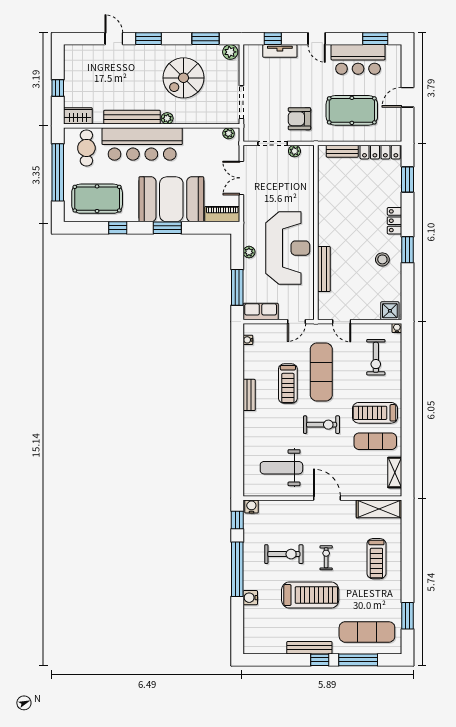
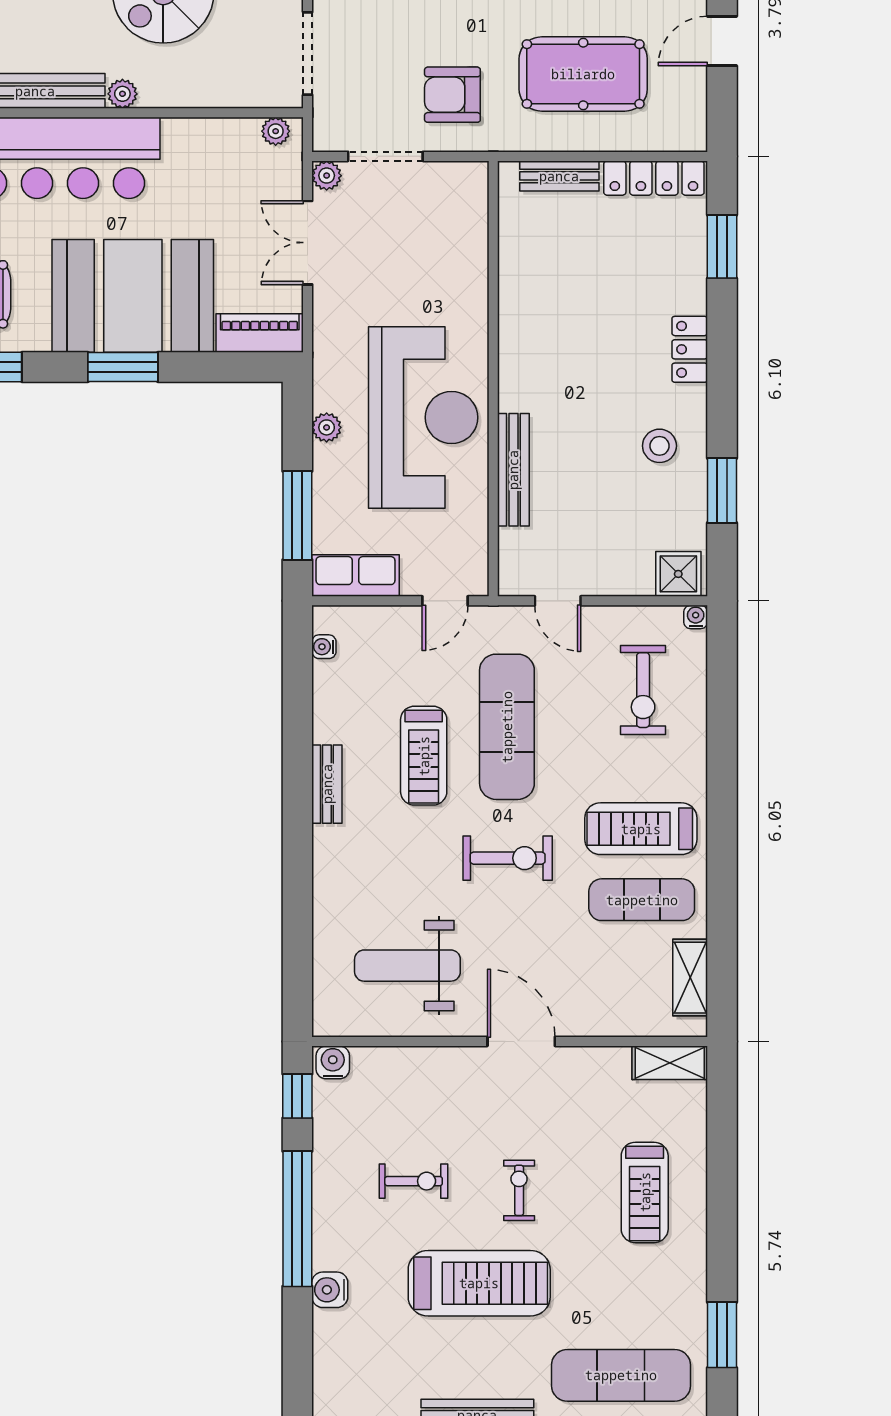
plant: (294, 151) -> (327, 176), moved
window: (407, 250) -> (722, 490), moved
shelving: (379, 509) -> (670, 1063), width x0.67, depth x0.75
exercise bike: (284, 554) -> (414, 1181), width x0.73, depth x0.72

